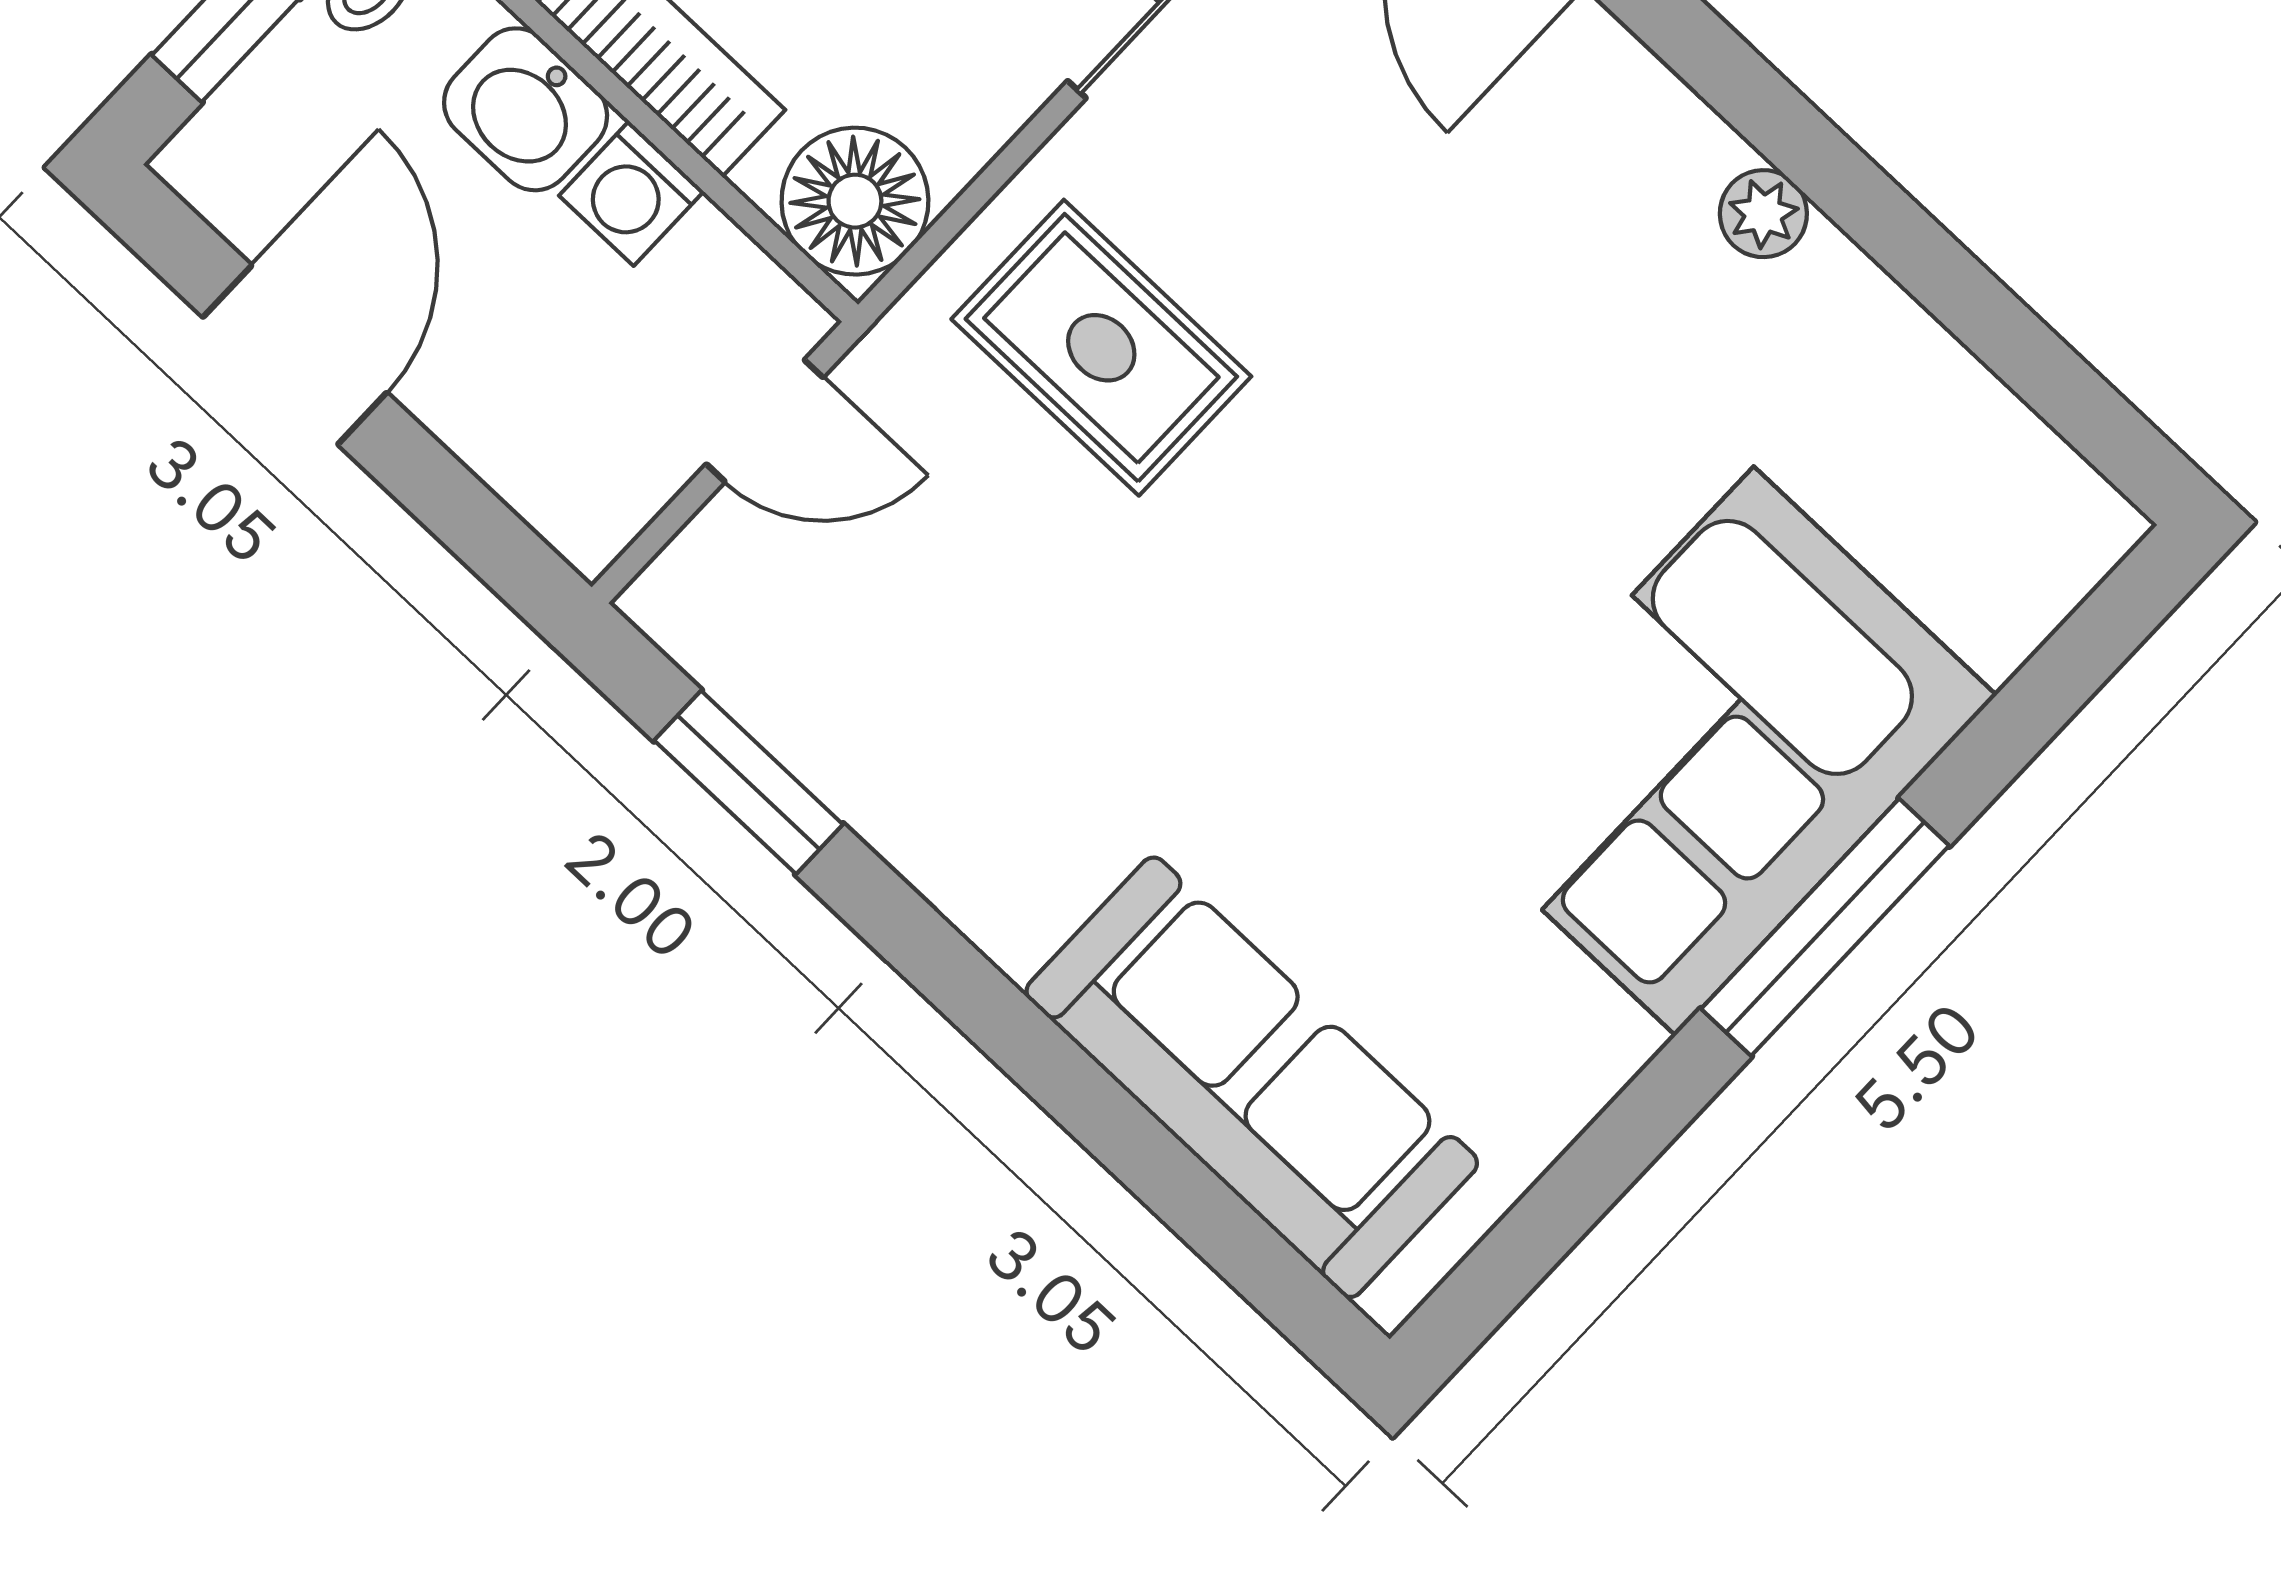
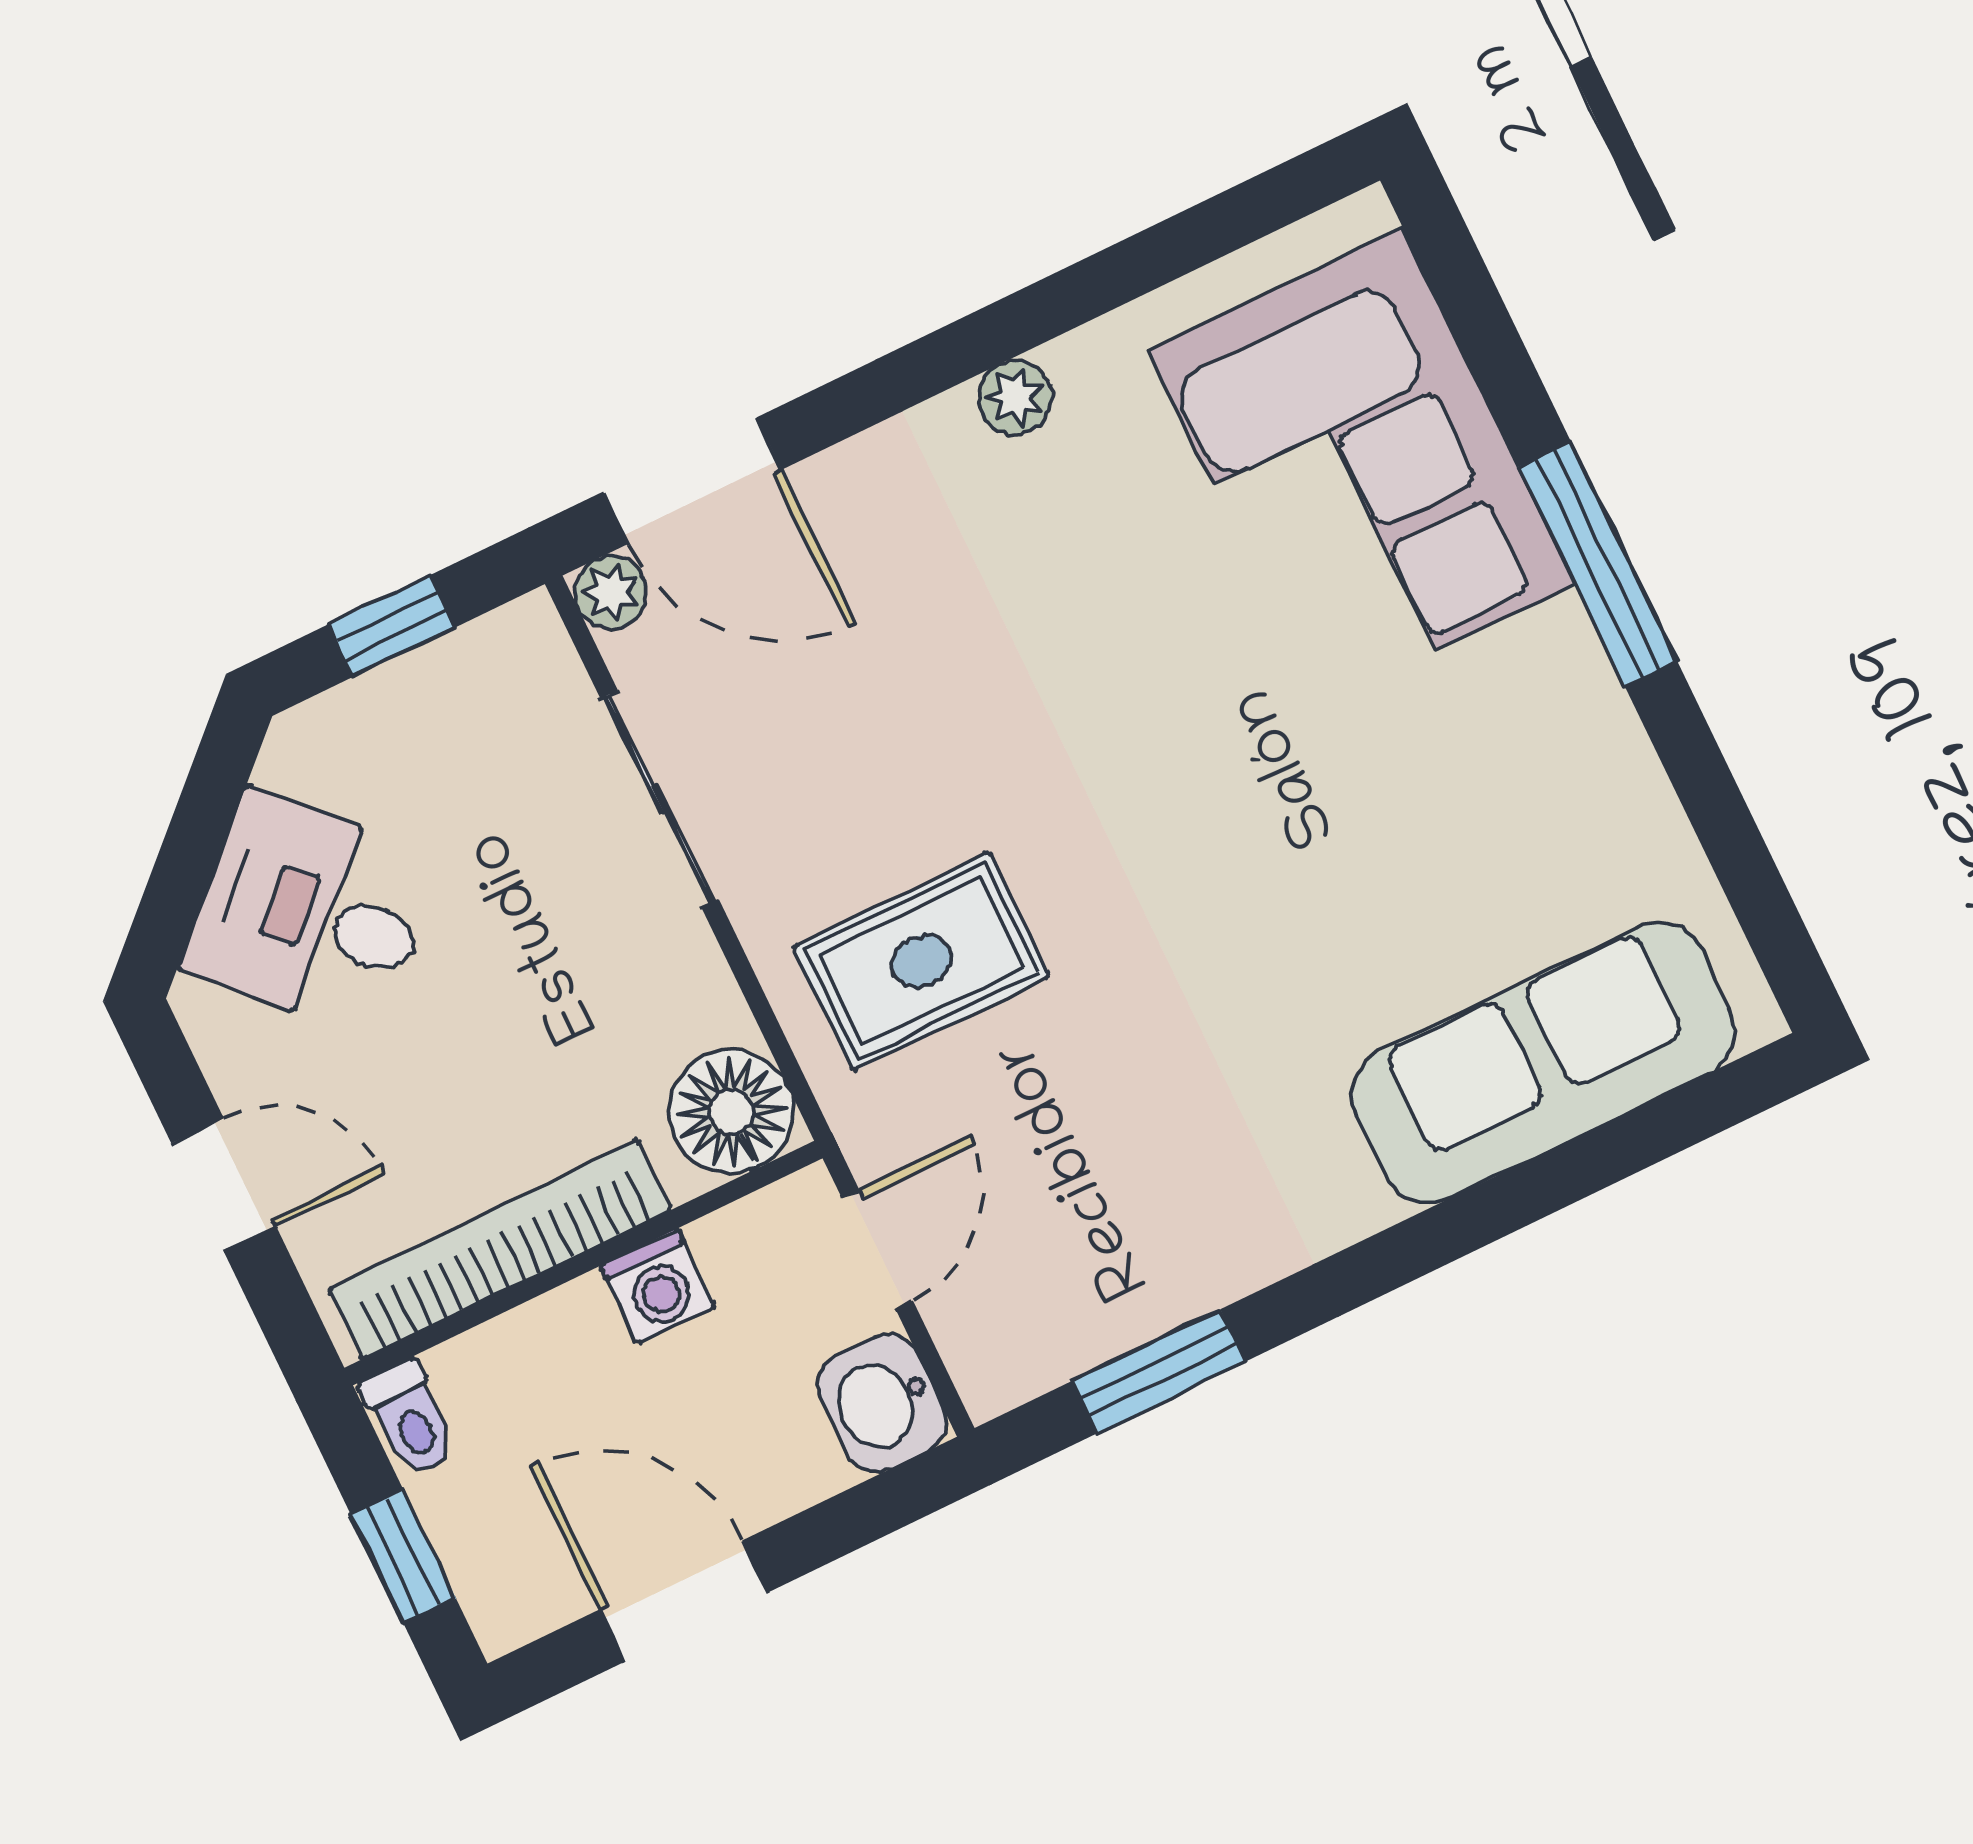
washbasin: (526, 109) -> (882, 1403), moved, turned 90
corner sofa: (1715, 751) -> (1362, 467), moved

